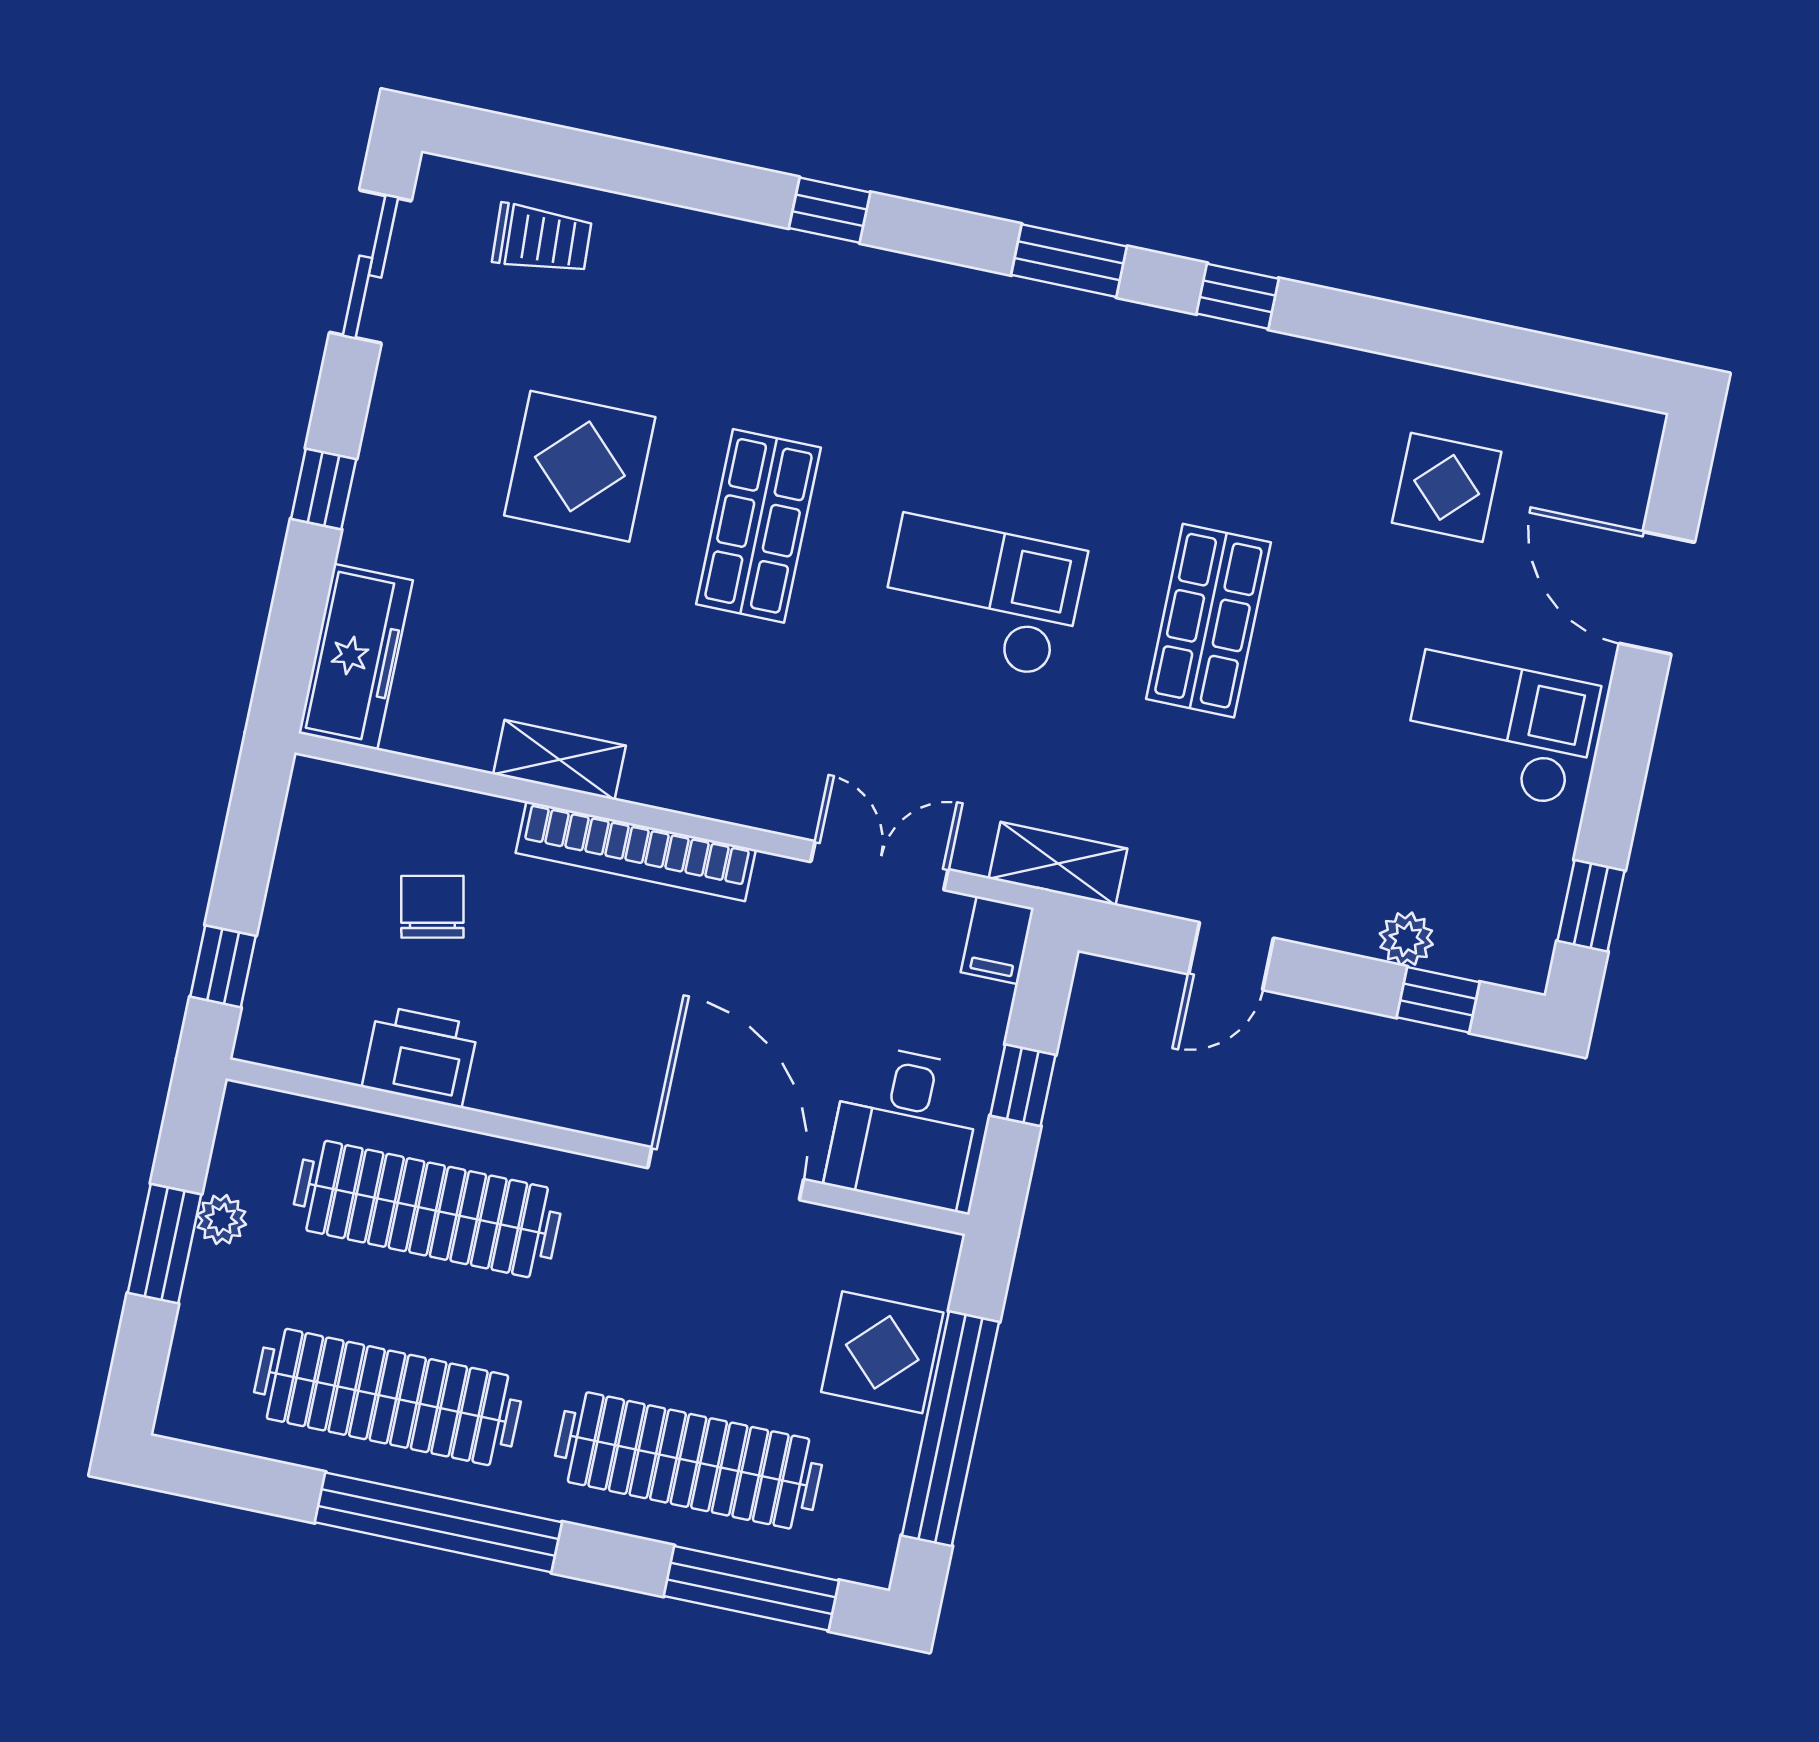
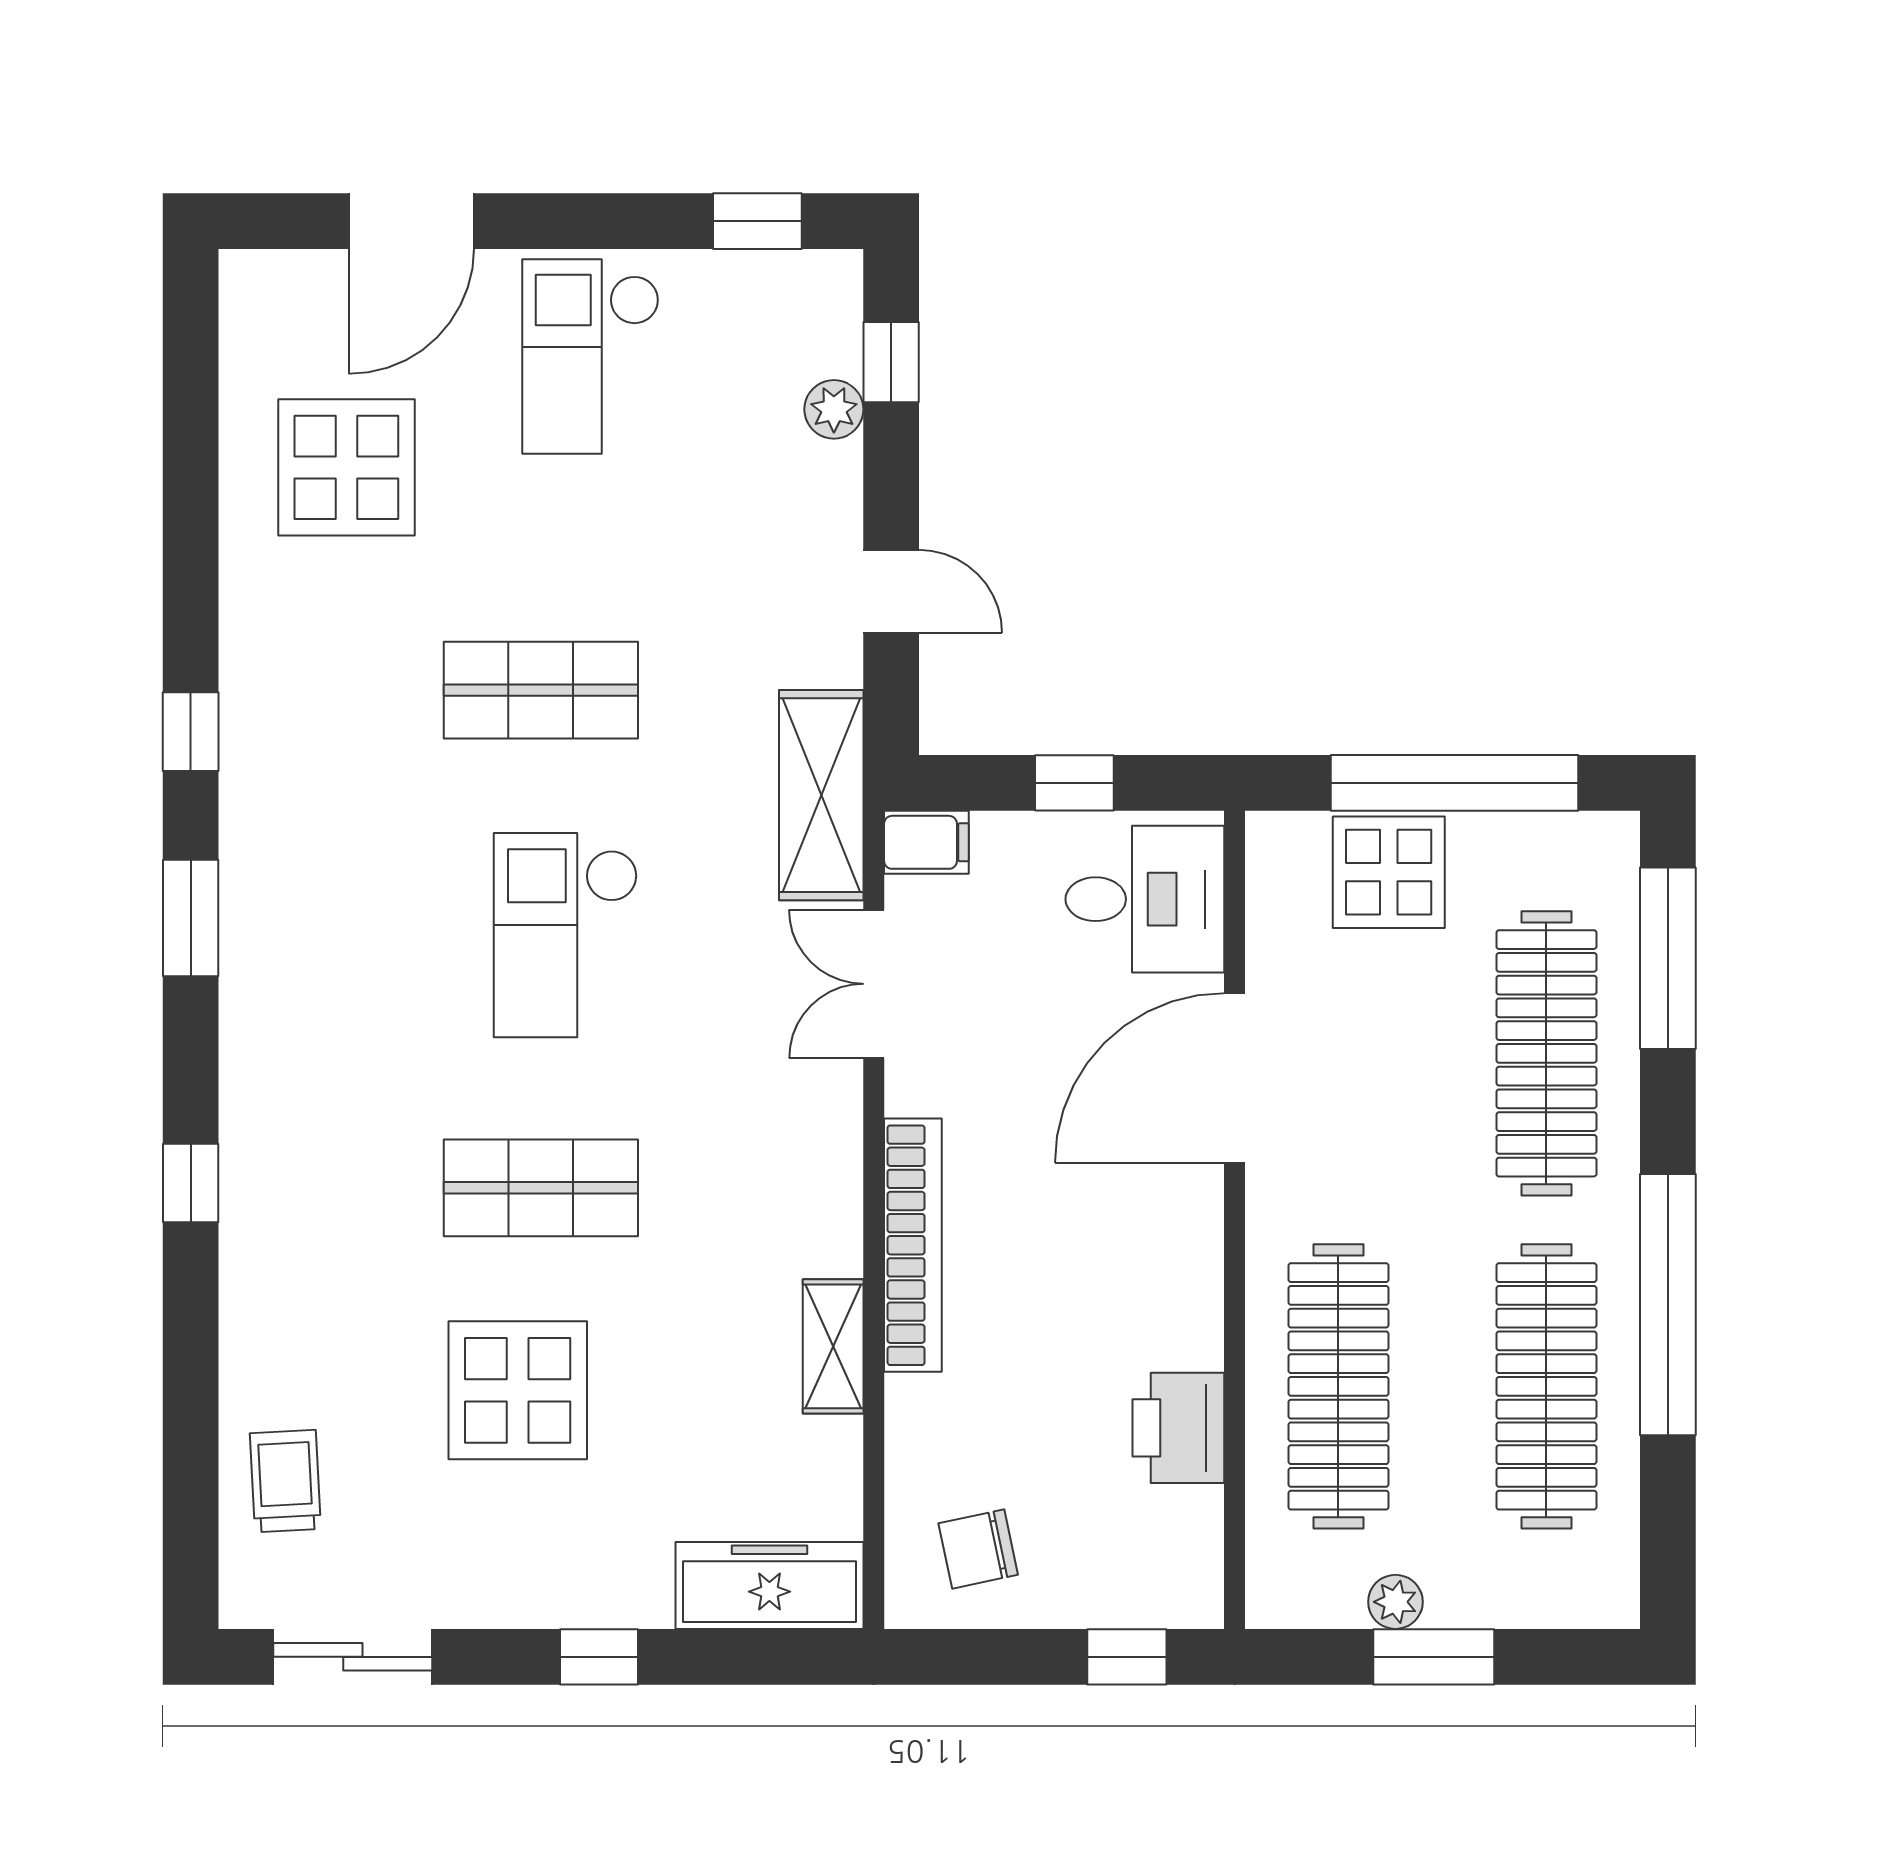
display table: (1447, 487) -> (346, 467), width x1.36, depth x1.36
shelving: (1058, 864) -> (821, 795), width x1.50, depth x1.33
chair: (432, 907) -> (978, 1549), moved

